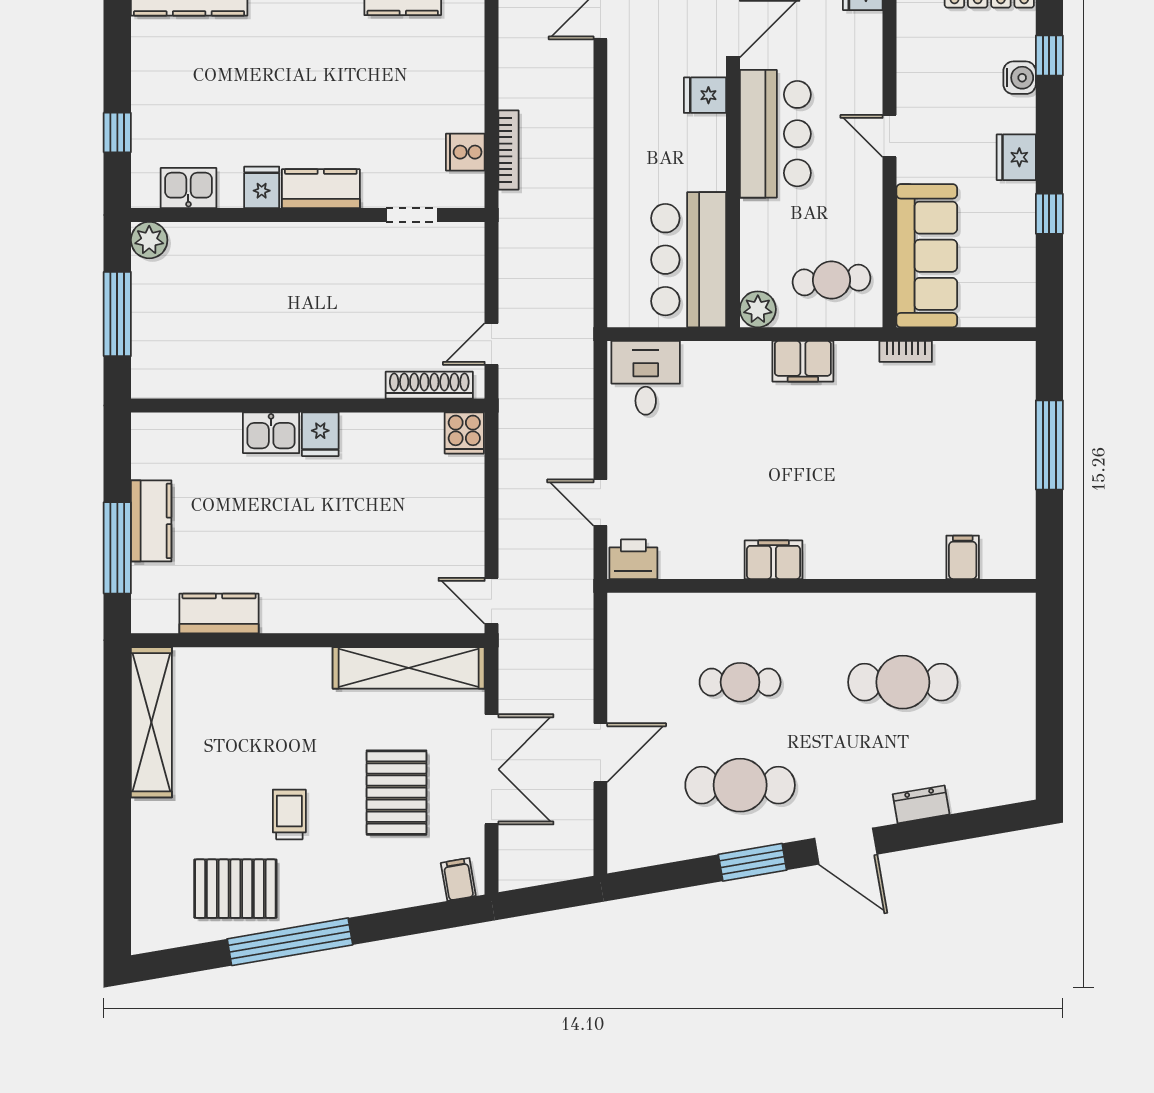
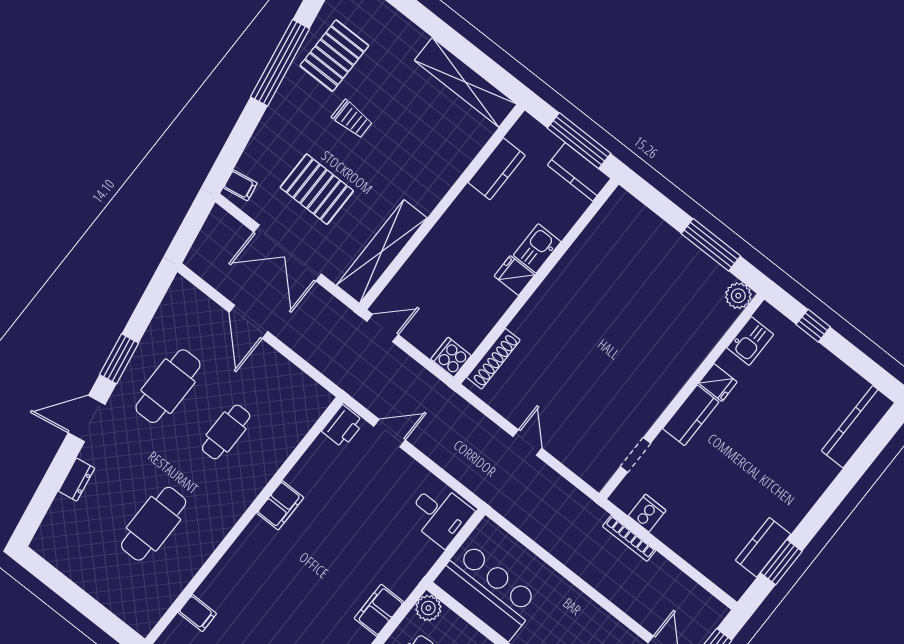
shoe rack: (429, 385) -> (493, 359), moved
wall: (308, 406) -> (536, 281), moved
kitchen sink: (271, 433) -> (537, 248), moved
cooker: (464, 433) -> (451, 357), moved
fridge: (320, 434) -> (514, 275), moved

